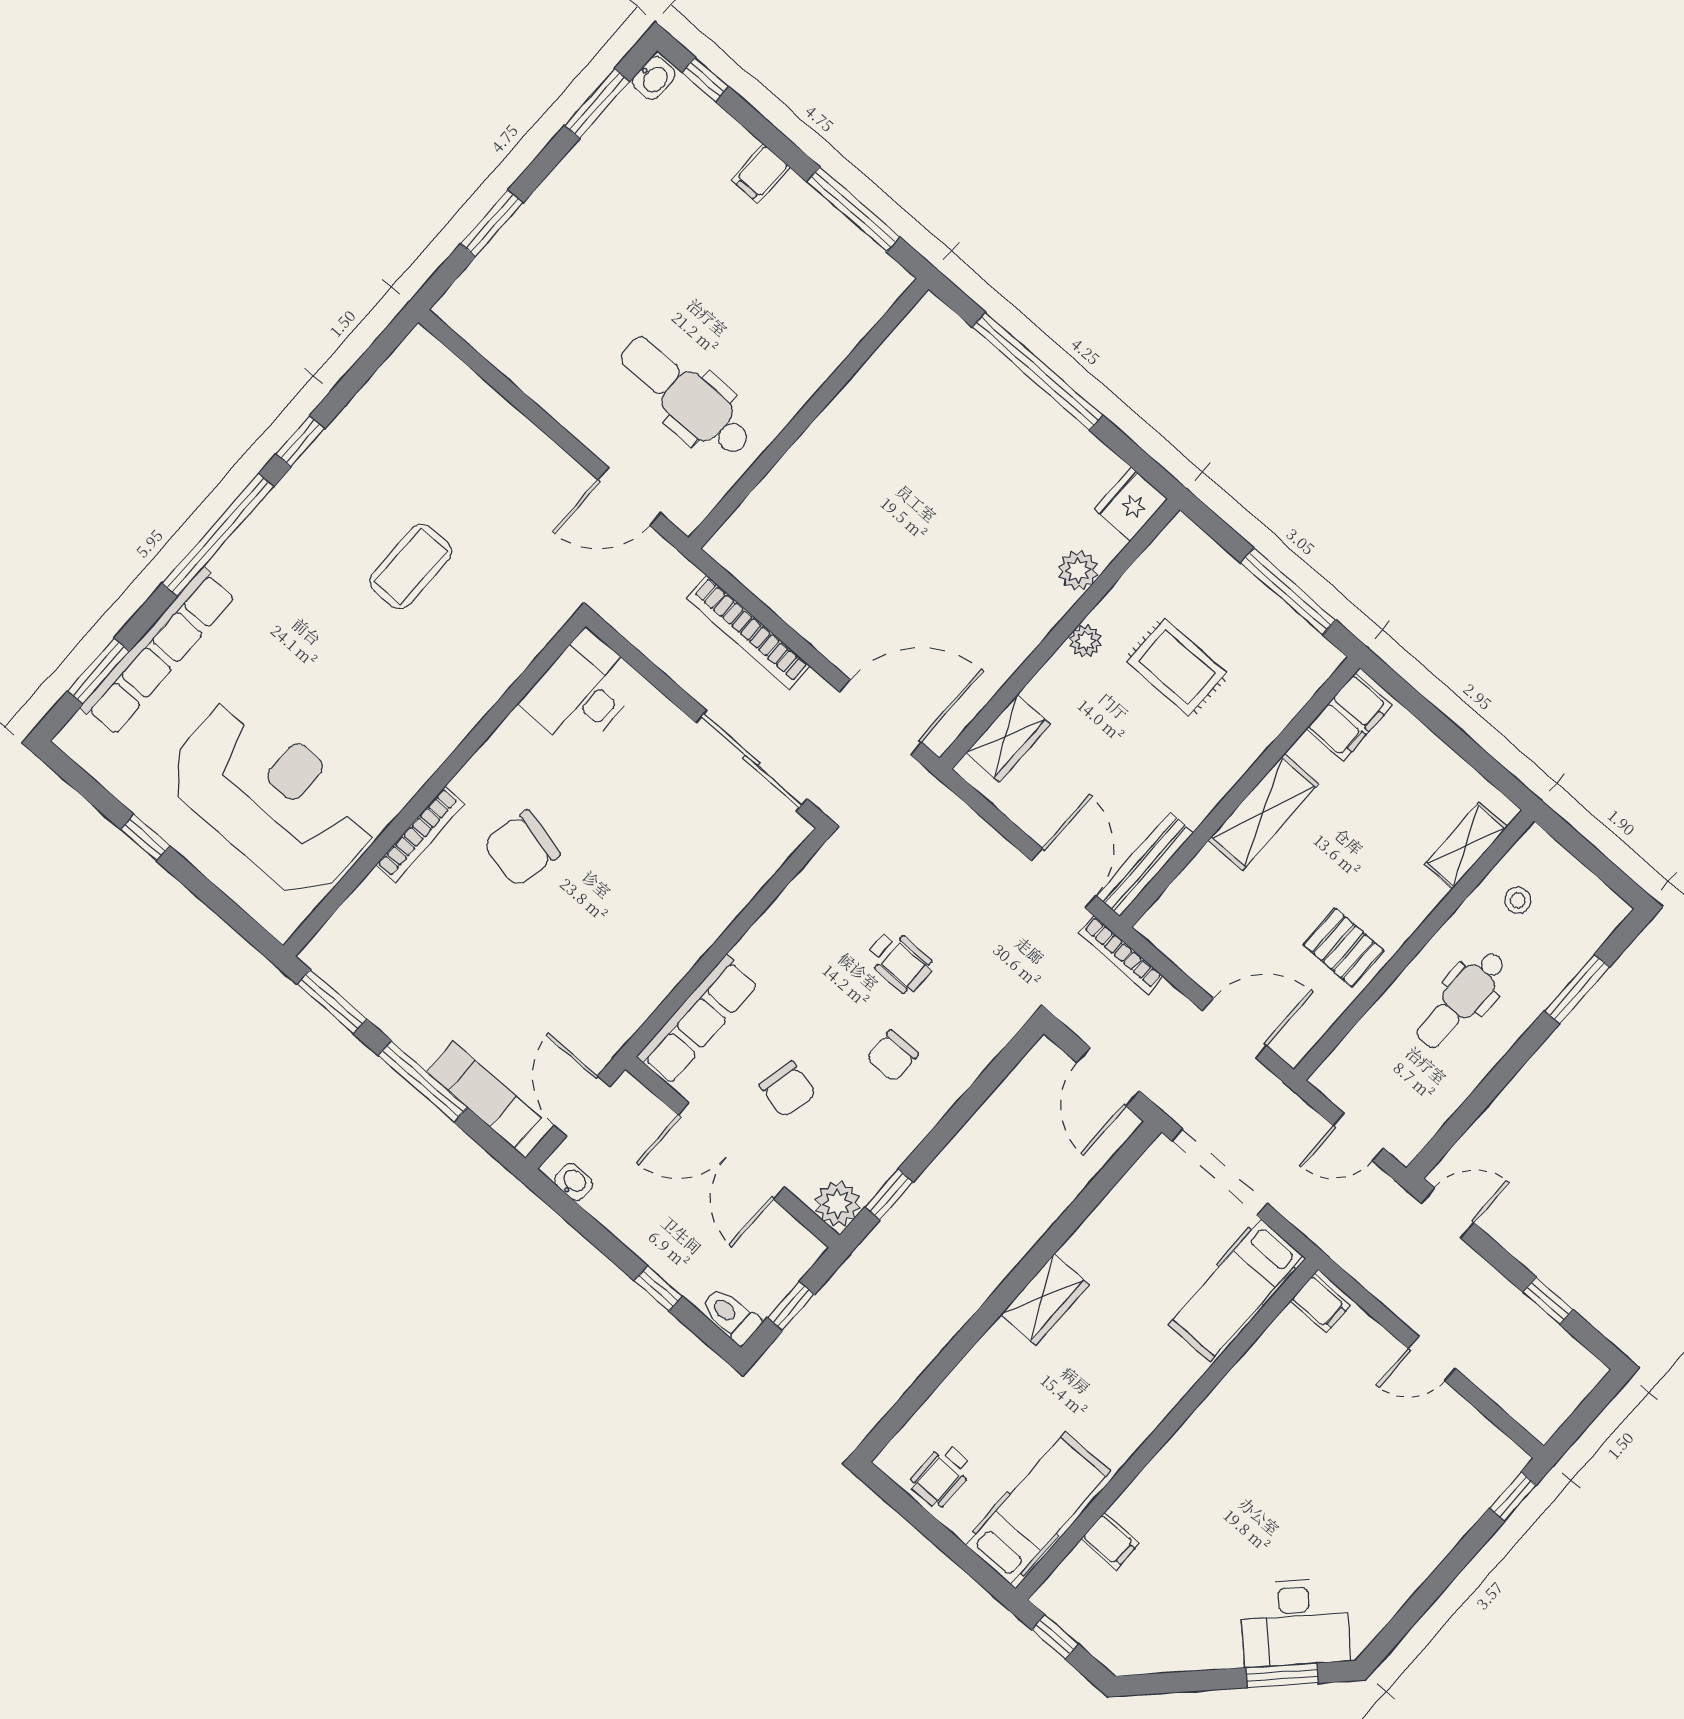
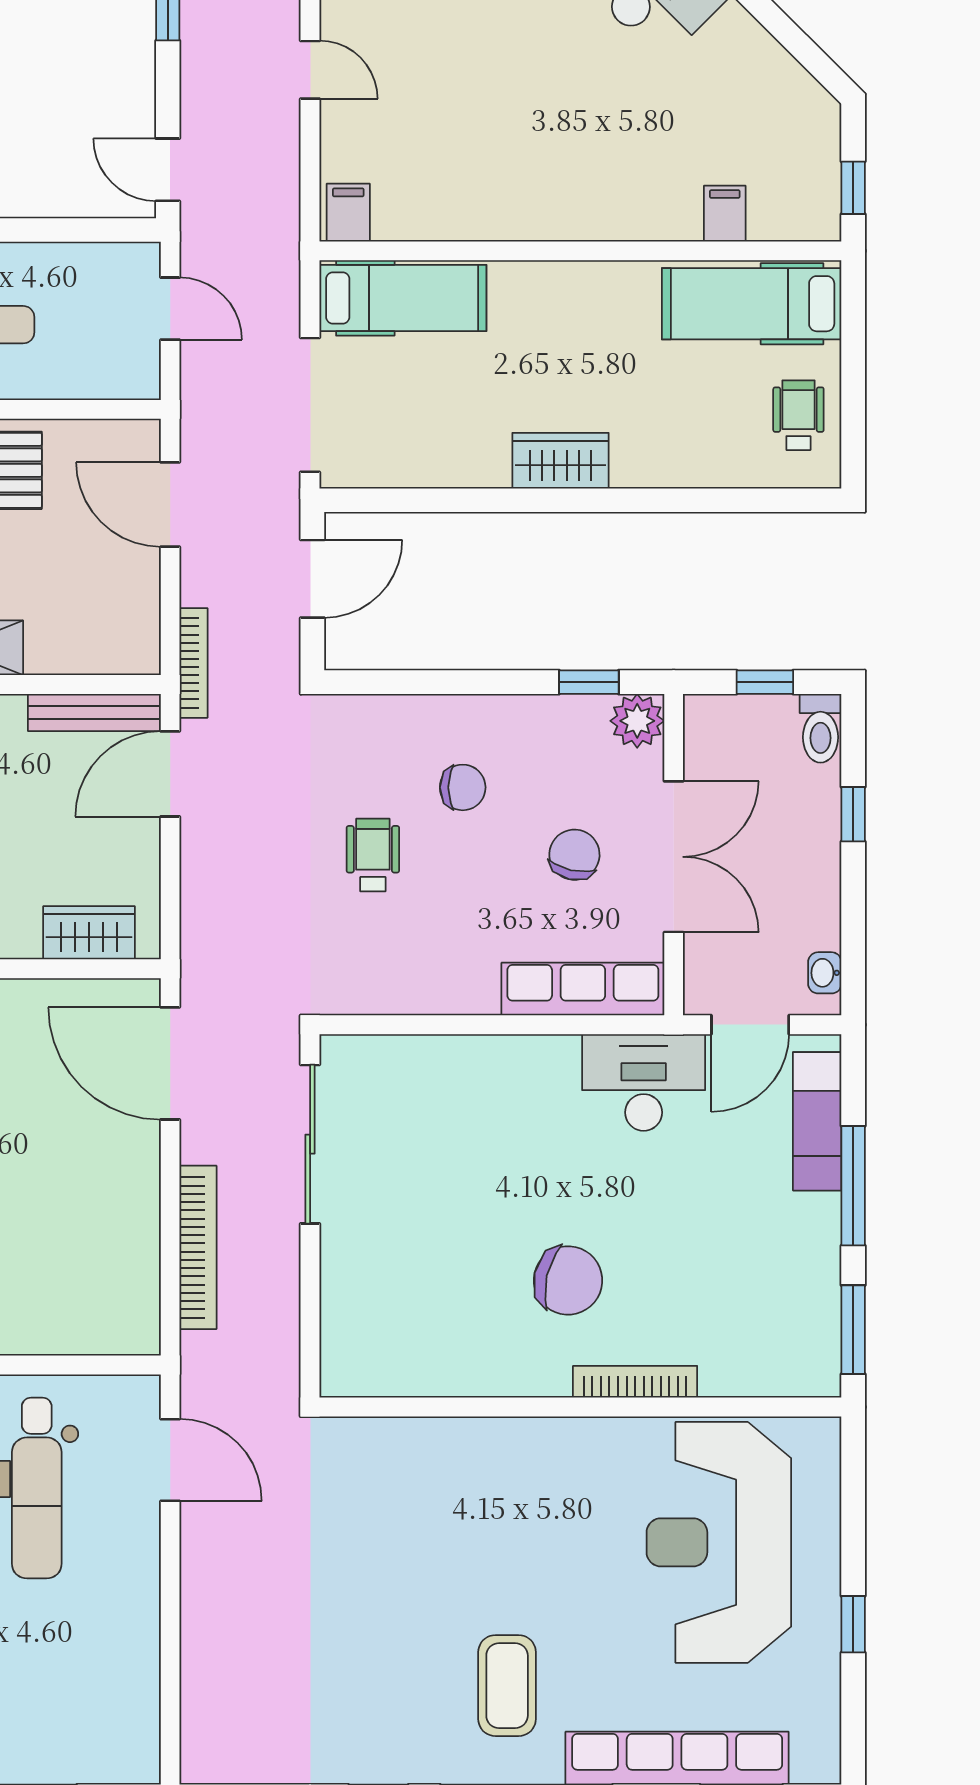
coffee table: (411, 566) -> (507, 1686), moved, turned 90
desk: (582, 691) -> (644, 1082), moved, turned 180
wheelchair: (941, 1476) -> (798, 415), turned -90

